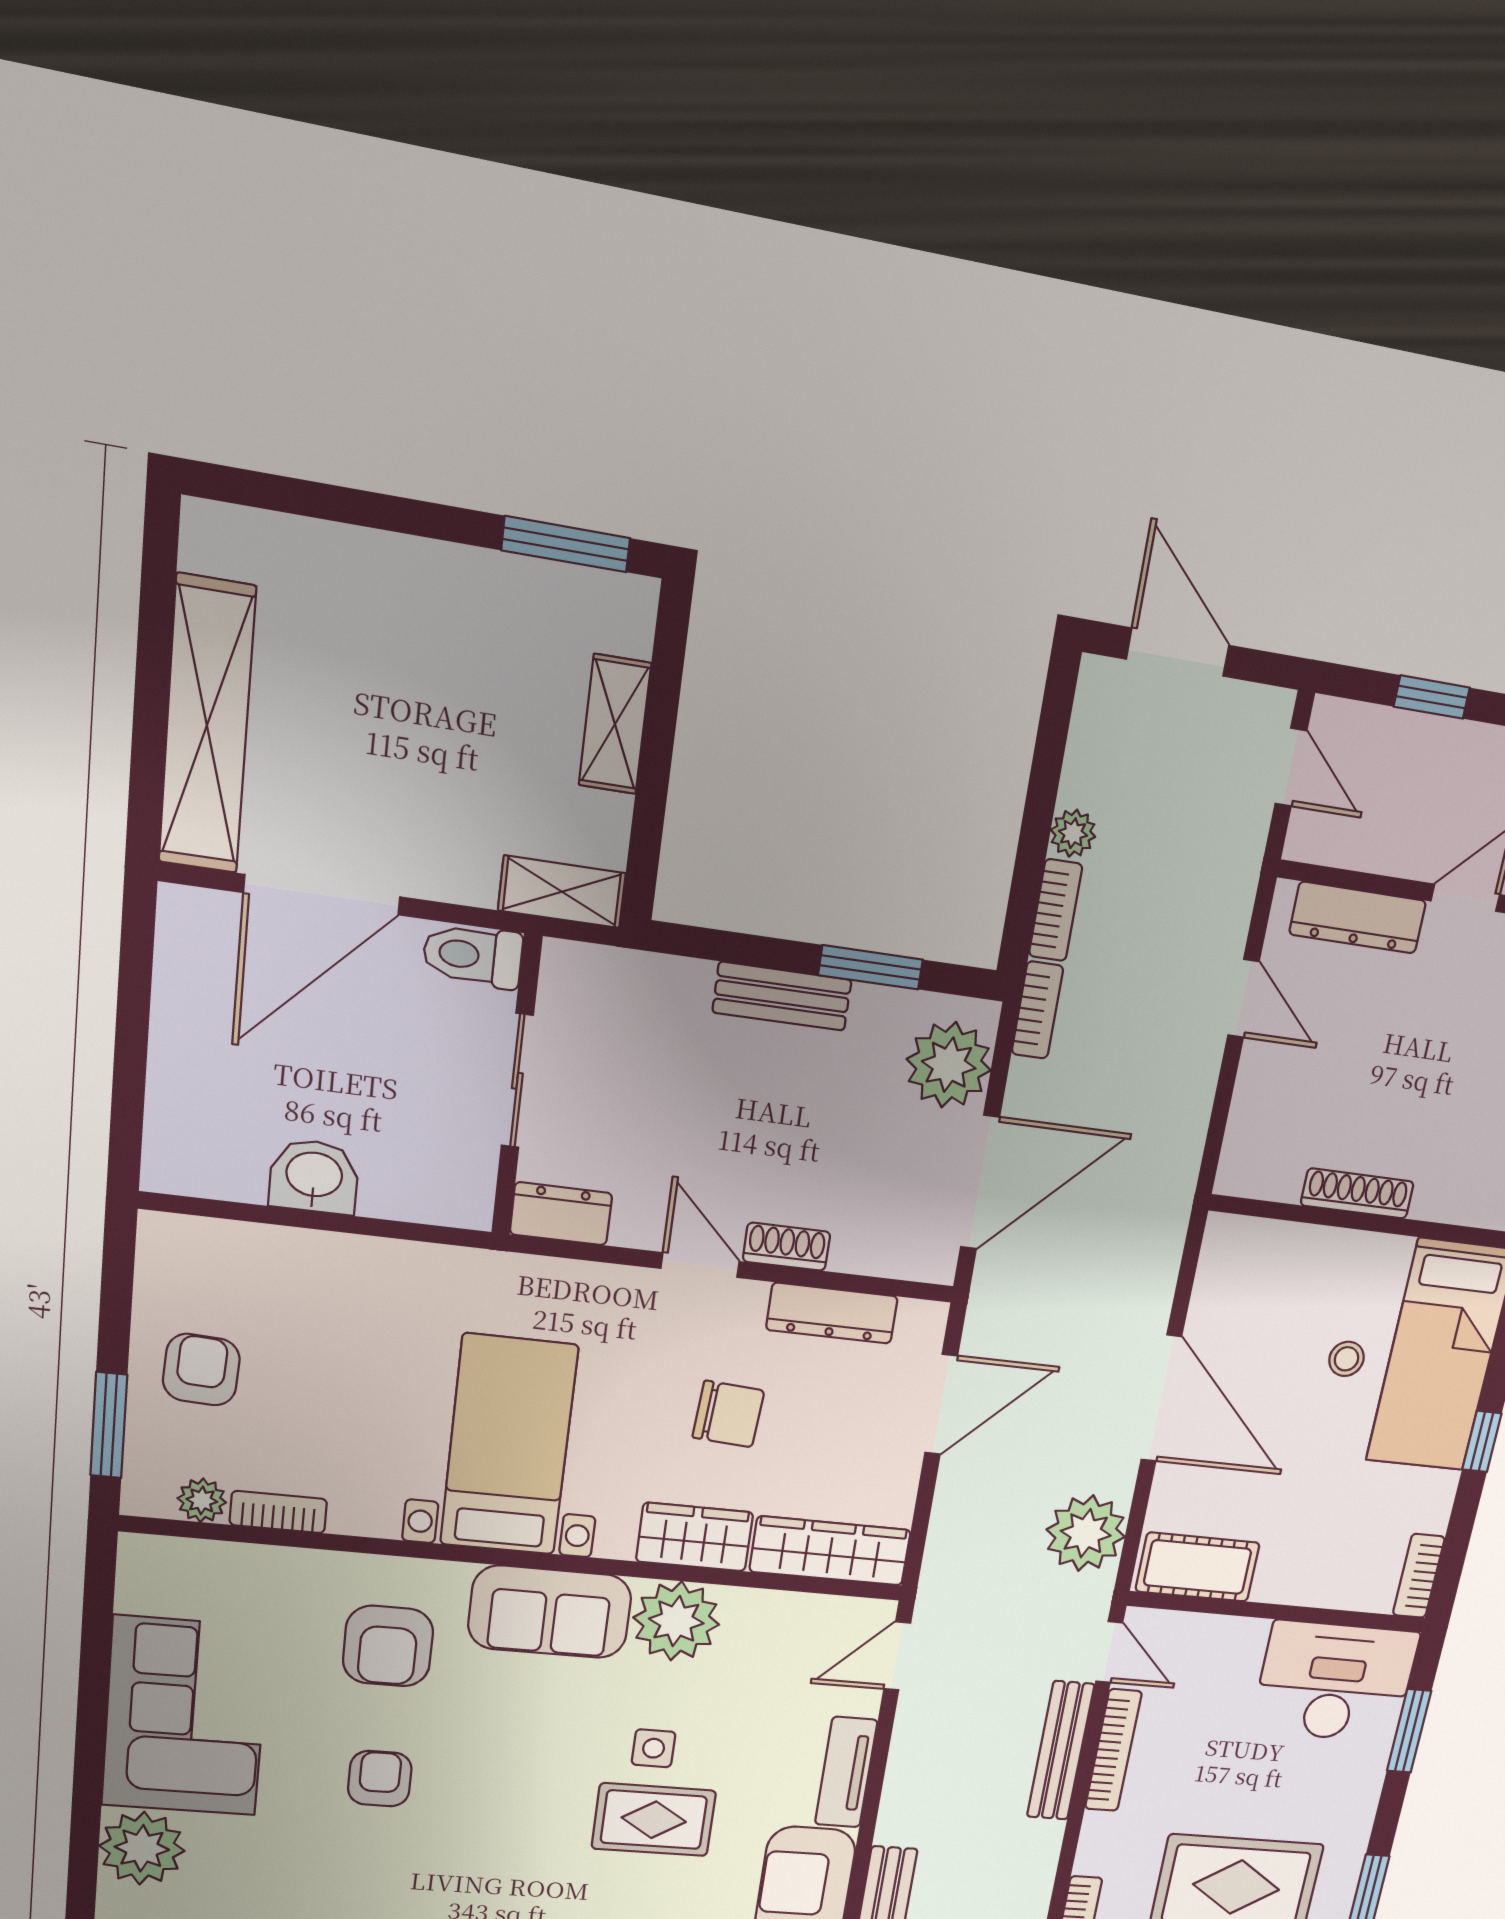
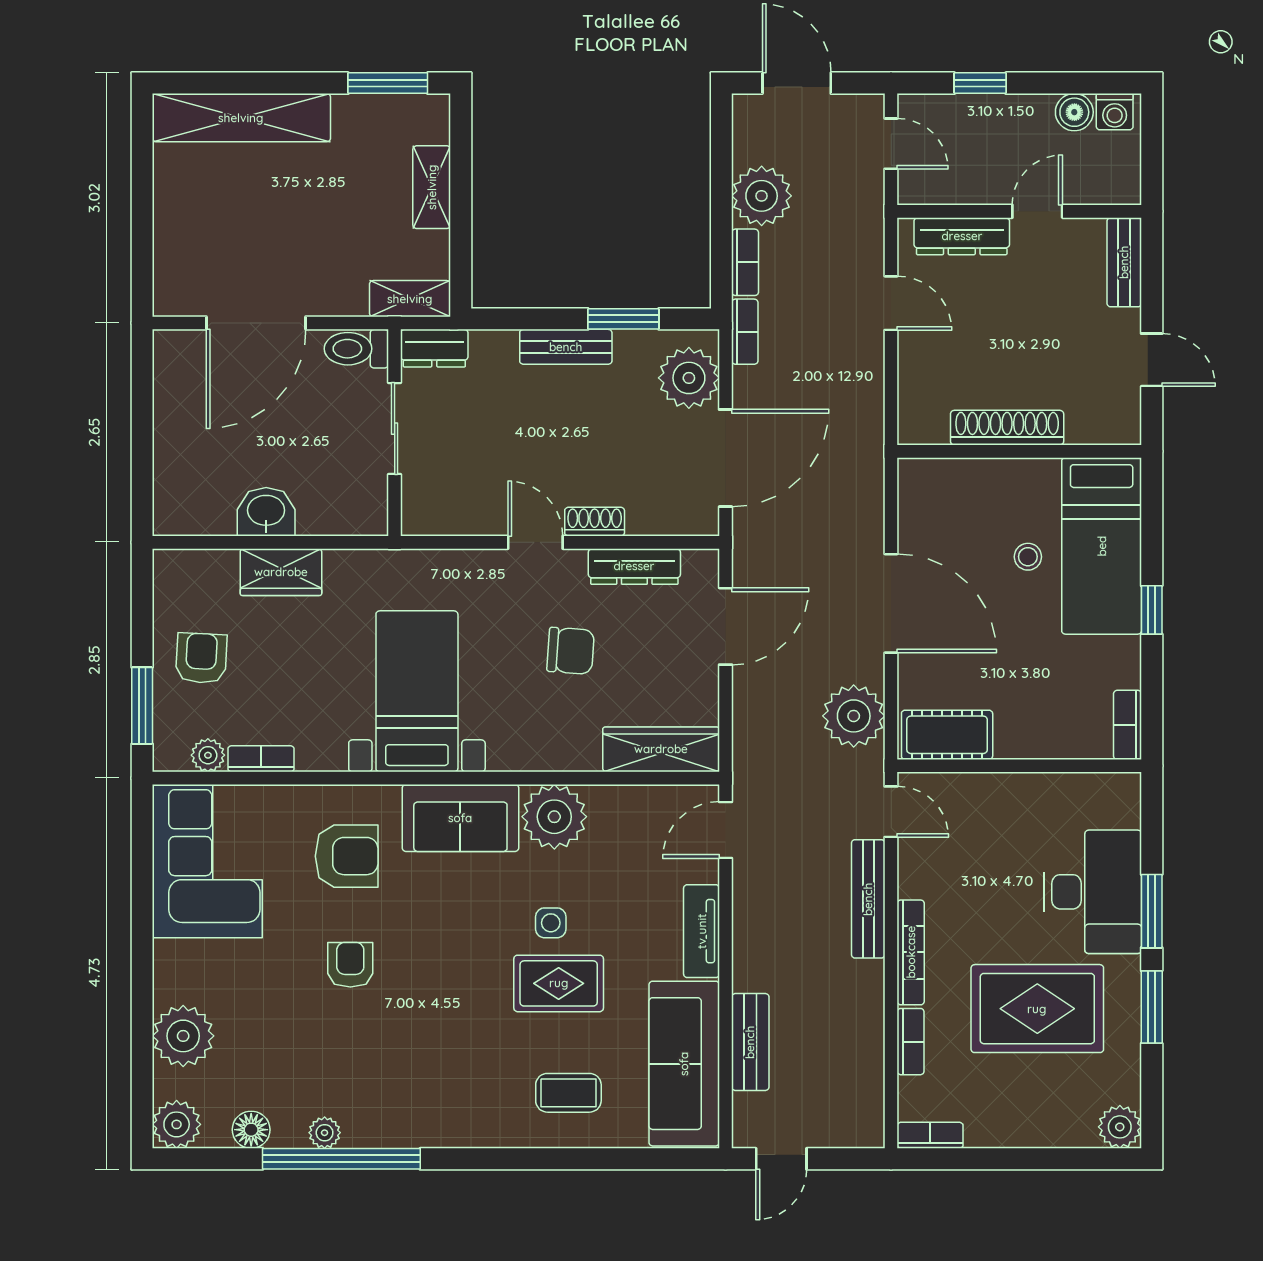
shelving: (207, 726) -> (241, 118), moved, turned 90
plant: (1073, 833) -> (762, 196), width x1.88, depth x1.88
shoe rack: (1357, 1193) -> (1007, 428), width x1.36, depth x1.24
dresser: (561, 1214) -> (434, 348), moved, turned 180
wardrobe: (695, 1537) -> (281, 572), moved, turned 180
armchair: (388, 1646) -> (347, 856), turned -90
desk: (1335, 1682) -> (1093, 892), moved, turned 90
corner sofa: (185, 1716) -> (207, 861), moved
window: (1409, 1731) -> (1152, 911), moved
bookcase: (1113, 1750) -> (911, 952), moved

